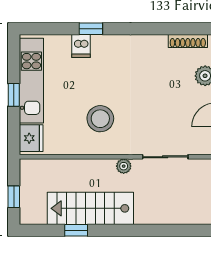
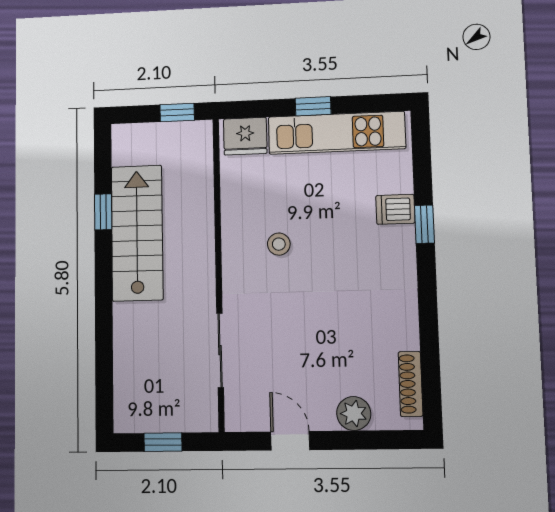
stool: (100, 119) -> (279, 244), width x0.53, depth x0.53
plant: (124, 166) -> (204, 284), removed
window: (14, 197) -> (177, 112), moved

